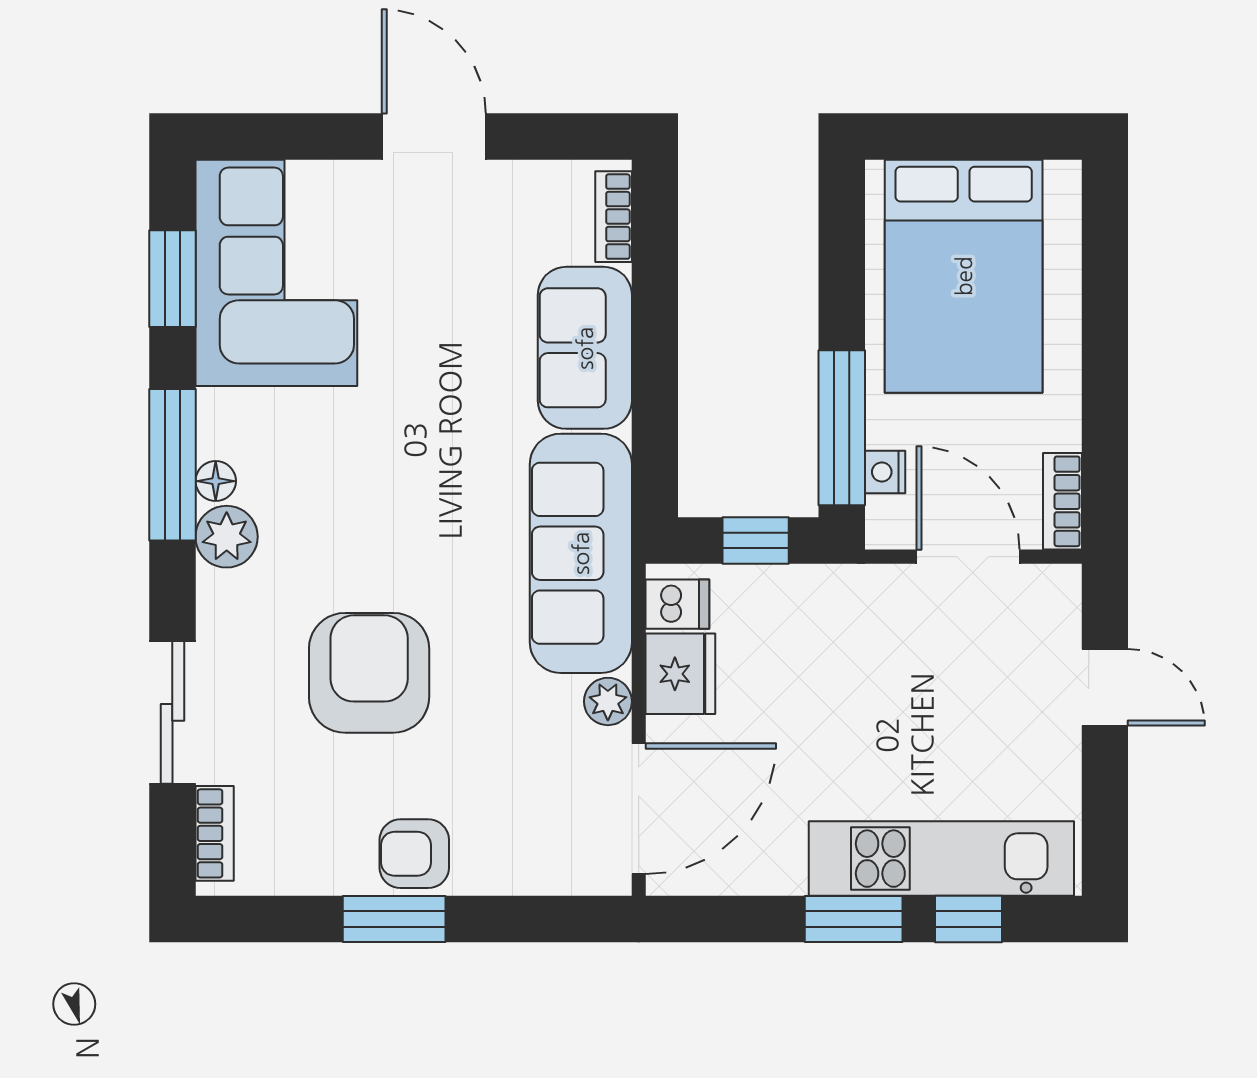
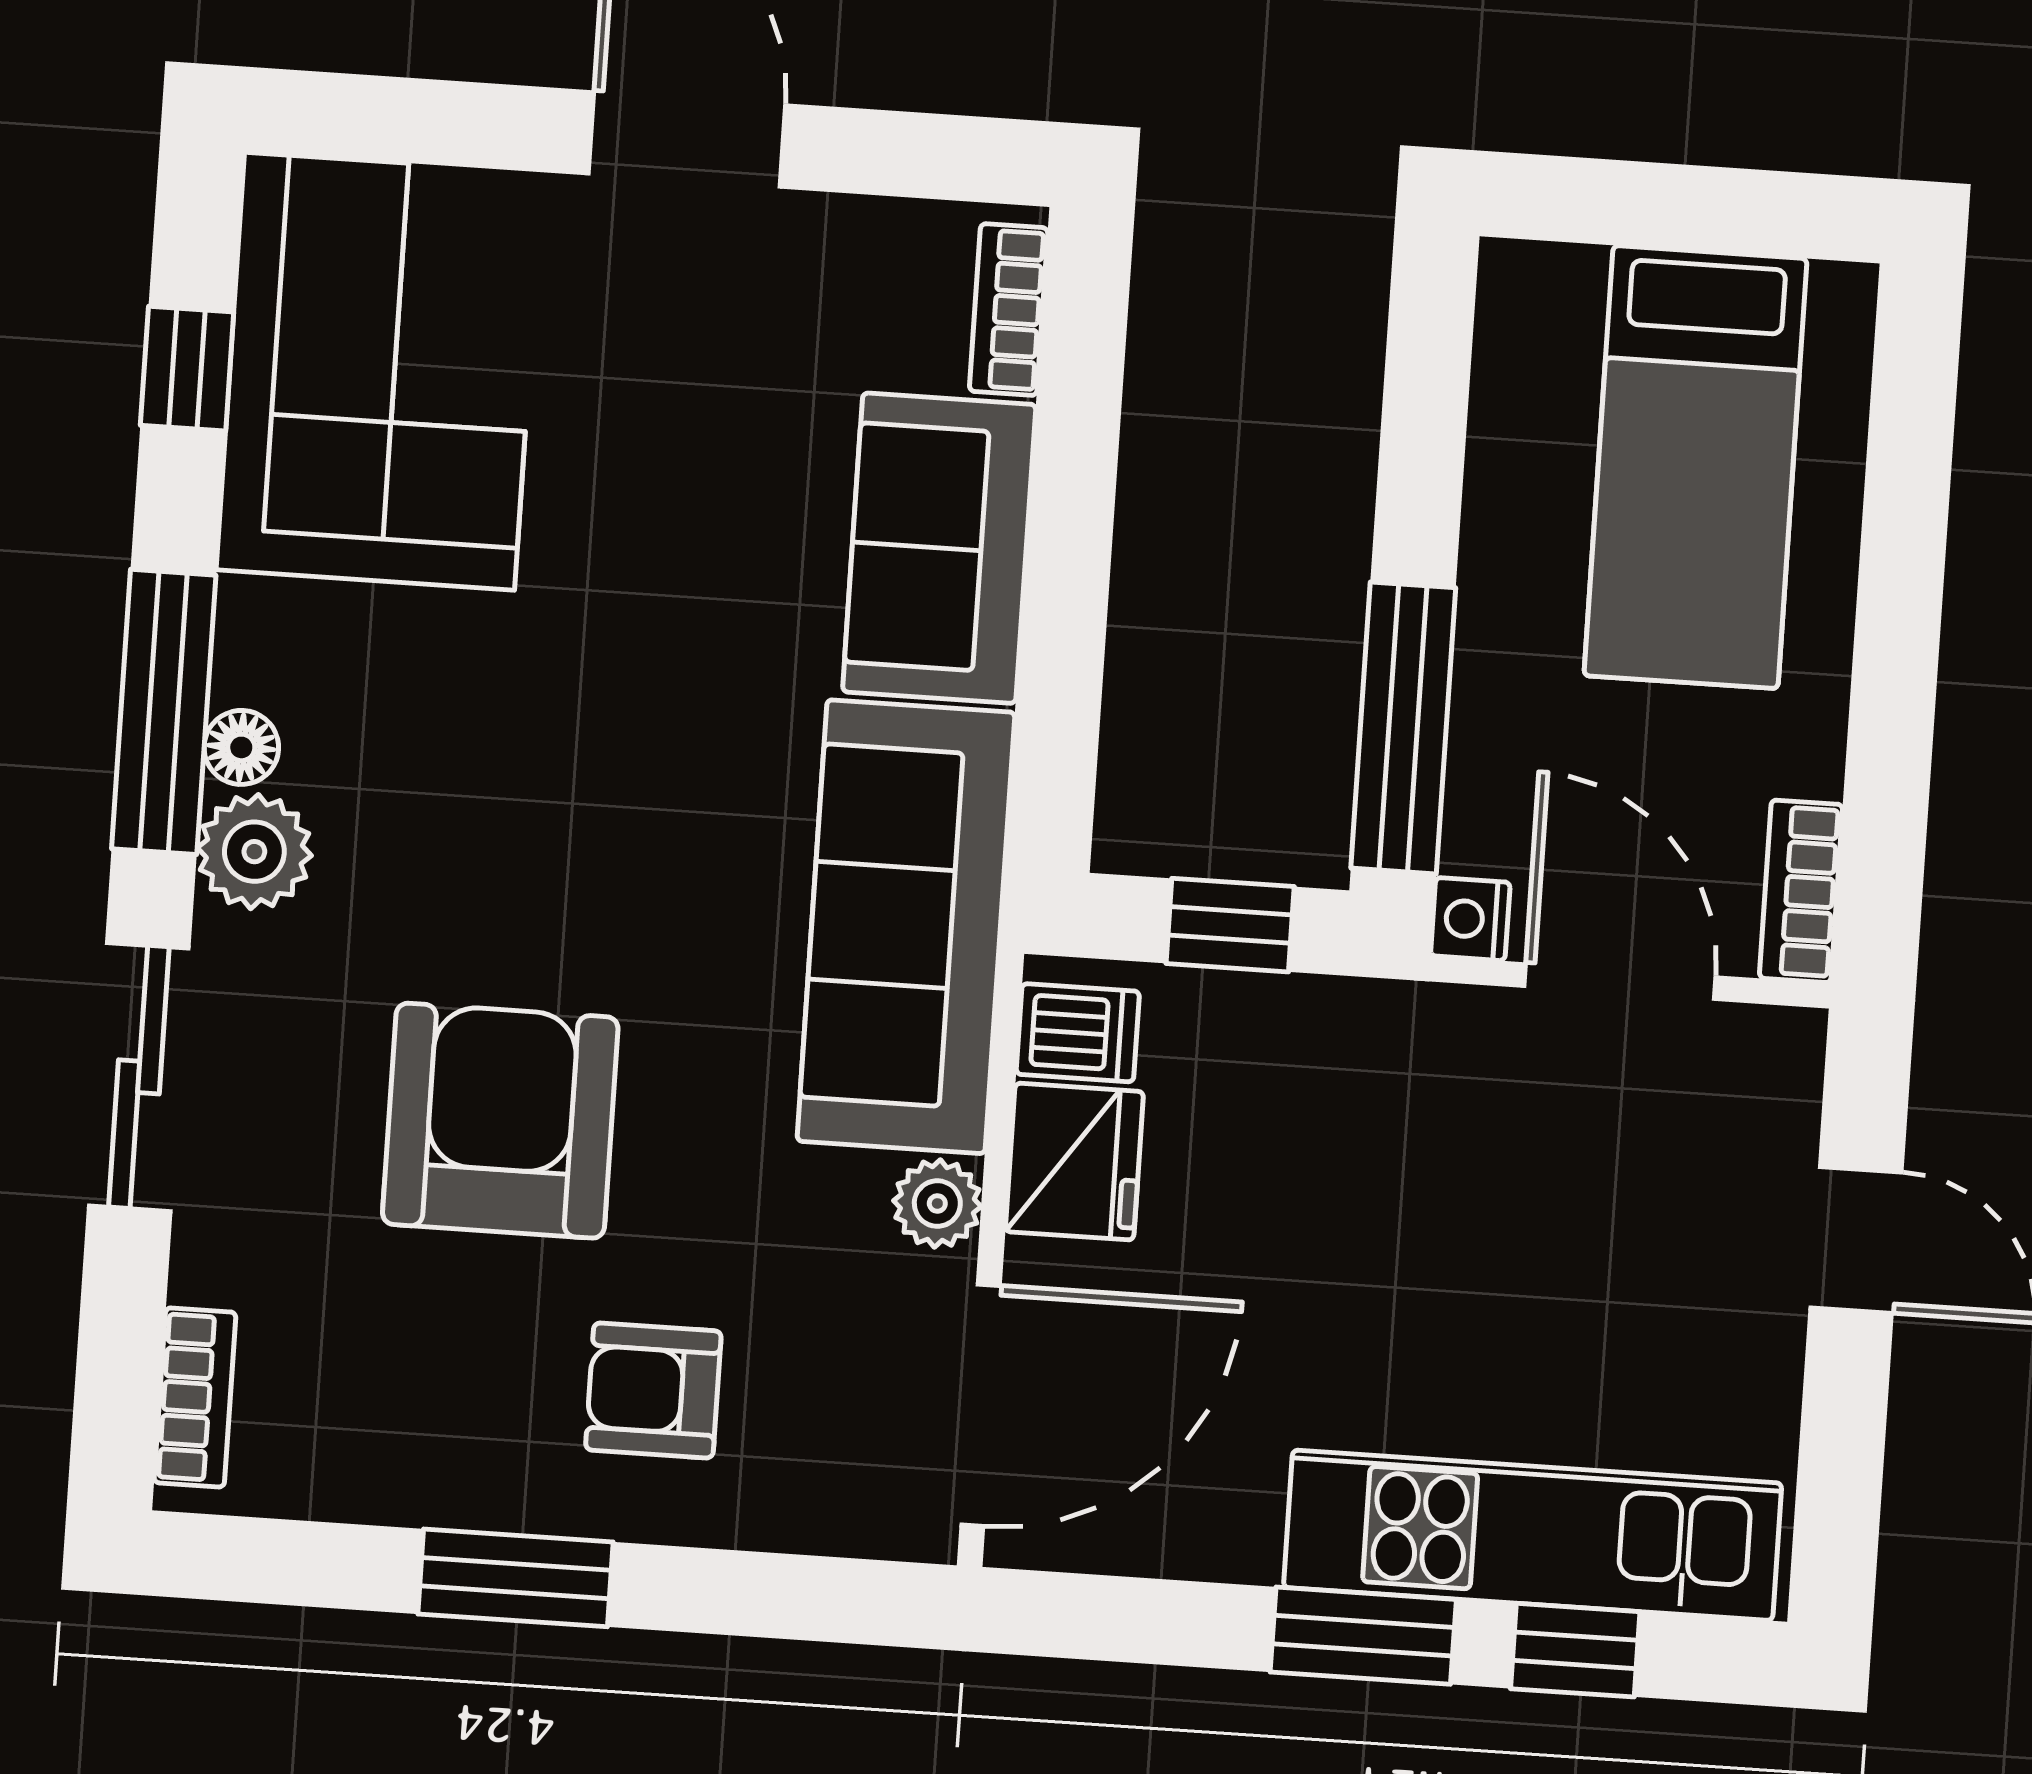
bed: (964, 276) -> (1695, 467), width x0.67
window: (172, 279) -> (187, 369), width x0.67
nightstand: (885, 472) -> (1470, 919), moved
sliding door: (172, 712) -> (139, 1077), moved
armchair: (414, 854) -> (653, 1390), moved

